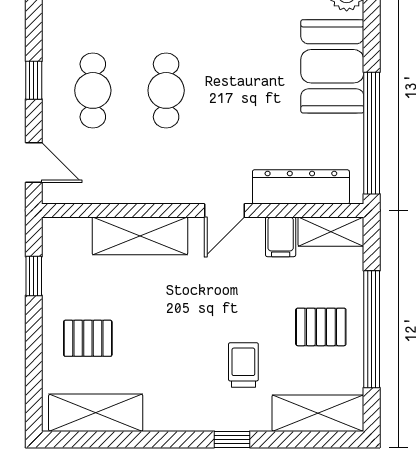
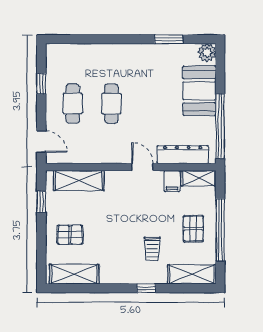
window: (34, 80) -> (41, 84), moved
door: (224, 210) -> (142, 167), swing flipped
shelving: (140, 236) -> (79, 180), moved
pallet: (321, 327) -> (193, 229), turned 90
trolley: (243, 365) -> (152, 249), turned 180

